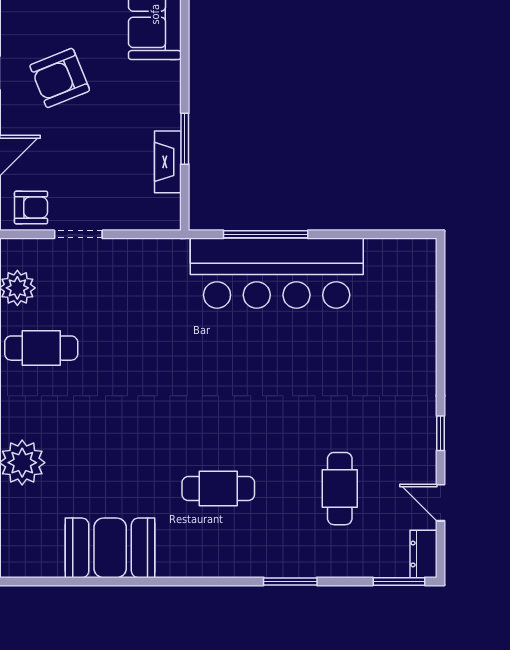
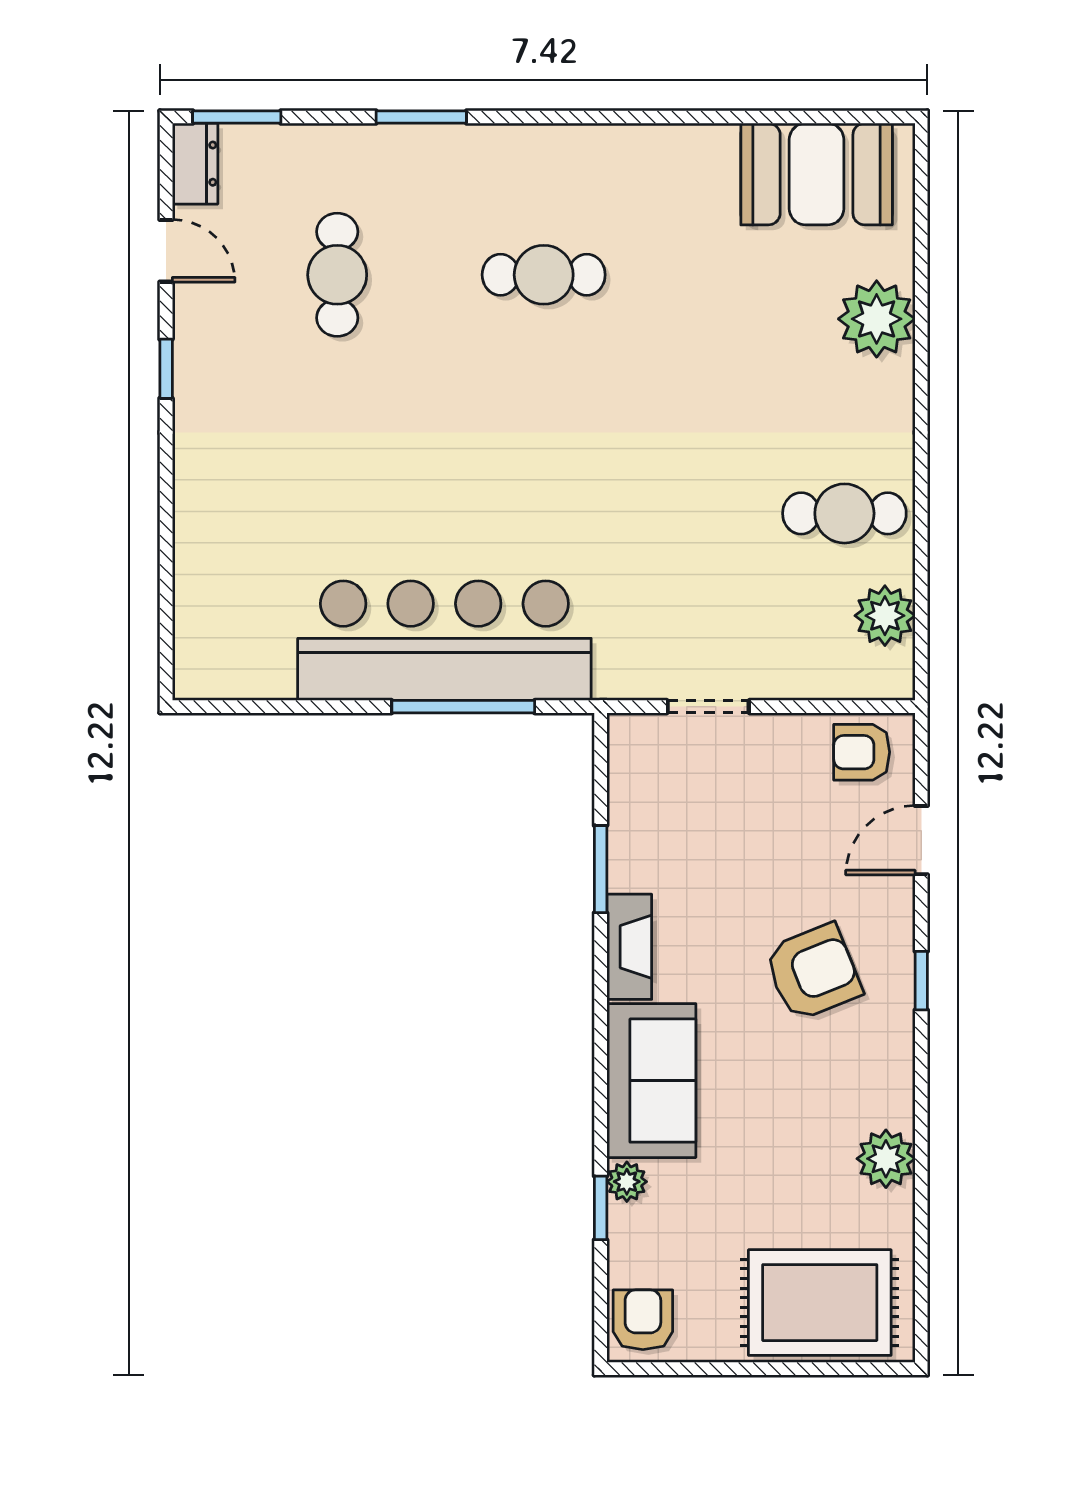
fireplace: (168, 162) -> (629, 947), moved
doorway: (78, 234) -> (708, 707), moved
booth: (110, 548) -> (817, 174), moved

